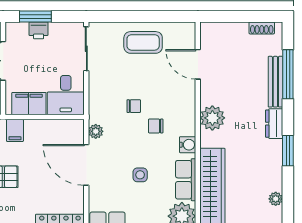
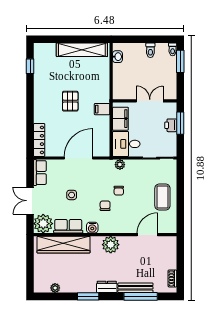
plant: (96, 131) -> (120, 165), moved

